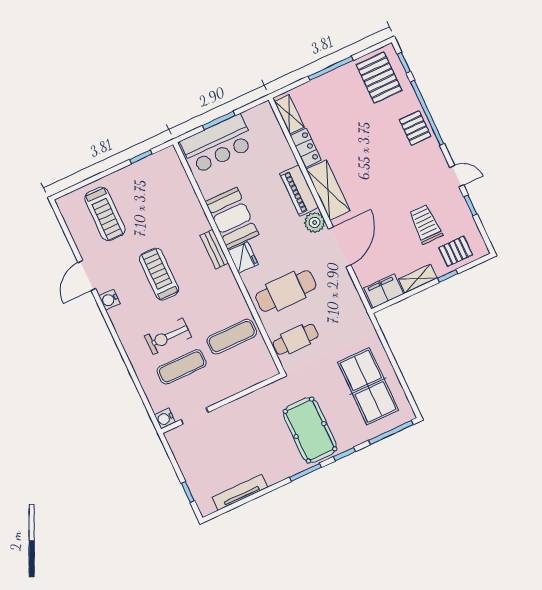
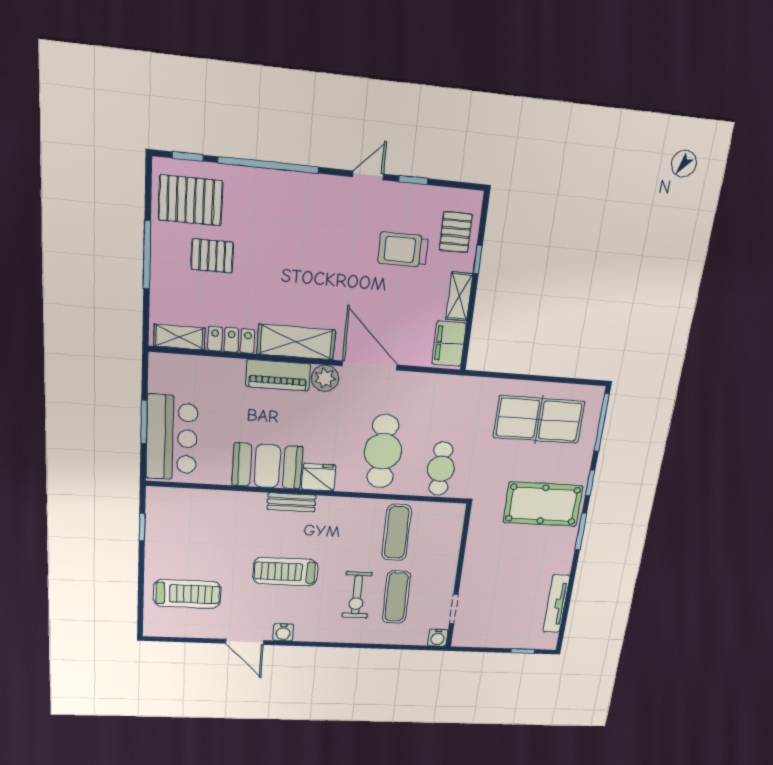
pallet: (415, 128) -> (212, 256), moved

